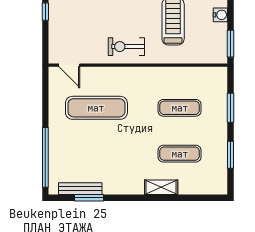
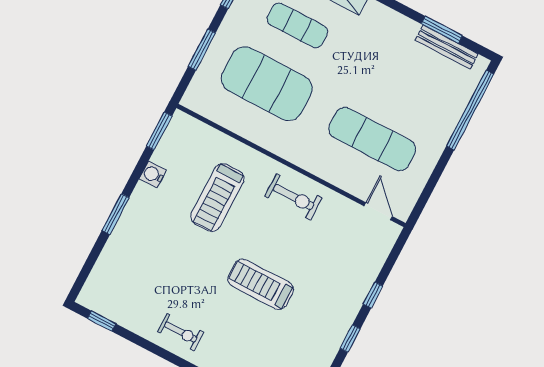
exercise mat: (180, 108) -> (267, 84), width x2.00, depth x1.45

